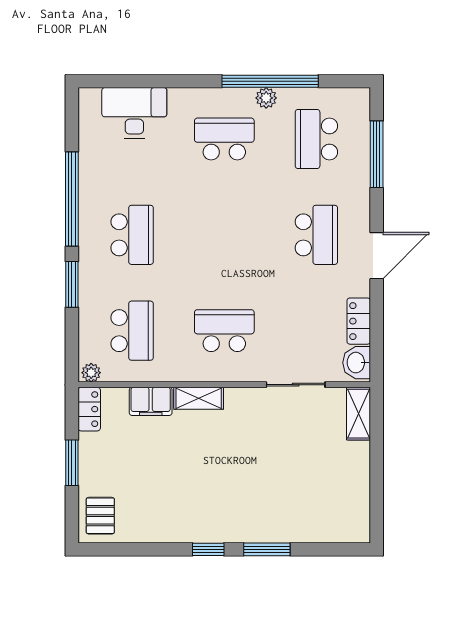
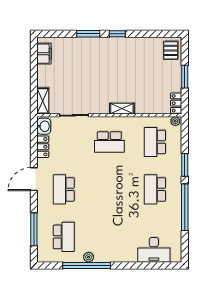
school desk: (224, 139) -> (109, 237), removed
filing cabinet: (151, 401) -> (44, 54), moved, turned 90

